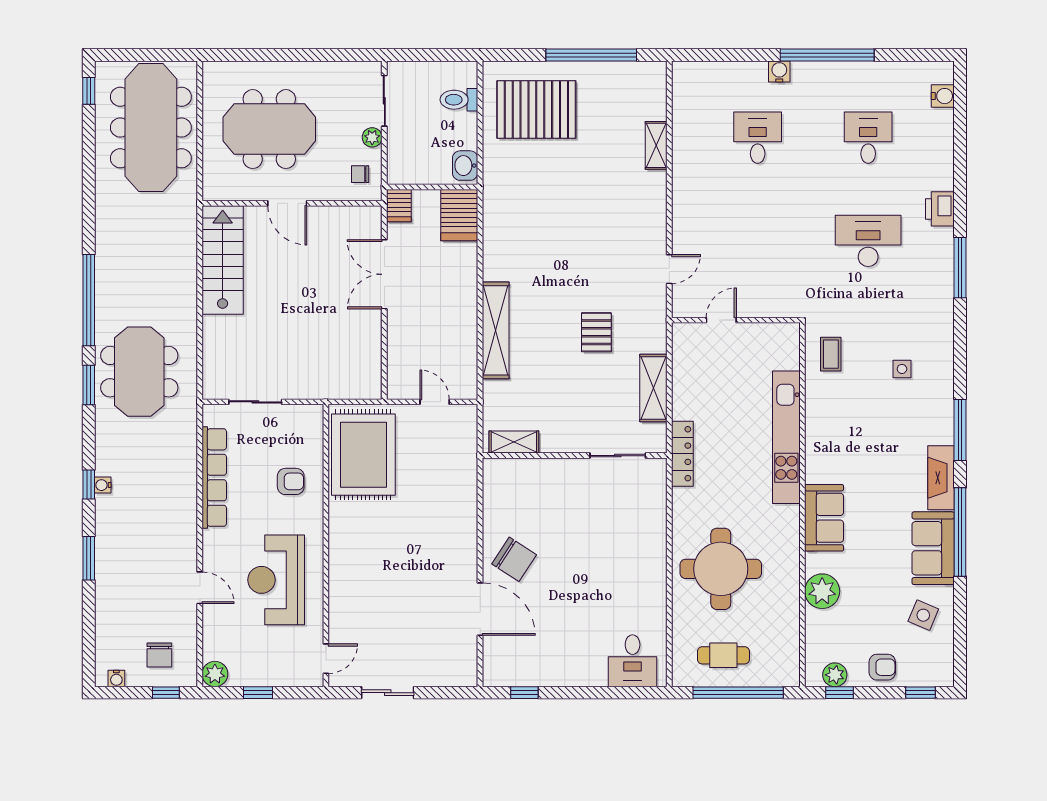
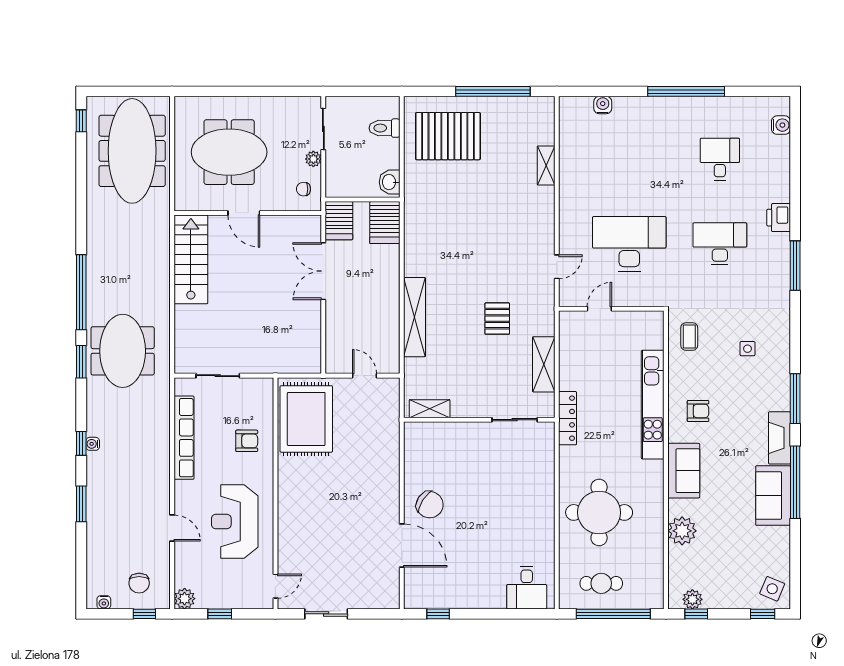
water cooler: (779, 72) -> (603, 105), moved
desk: (758, 138) -> (629, 244), moved, width x1.87, depth x1.30
server rack: (399, 206) -> (339, 221), width x1.36, depth x1.44
side table: (923, 615) -> (772, 589), moved
armchair: (882, 667) -> (698, 411), moved

